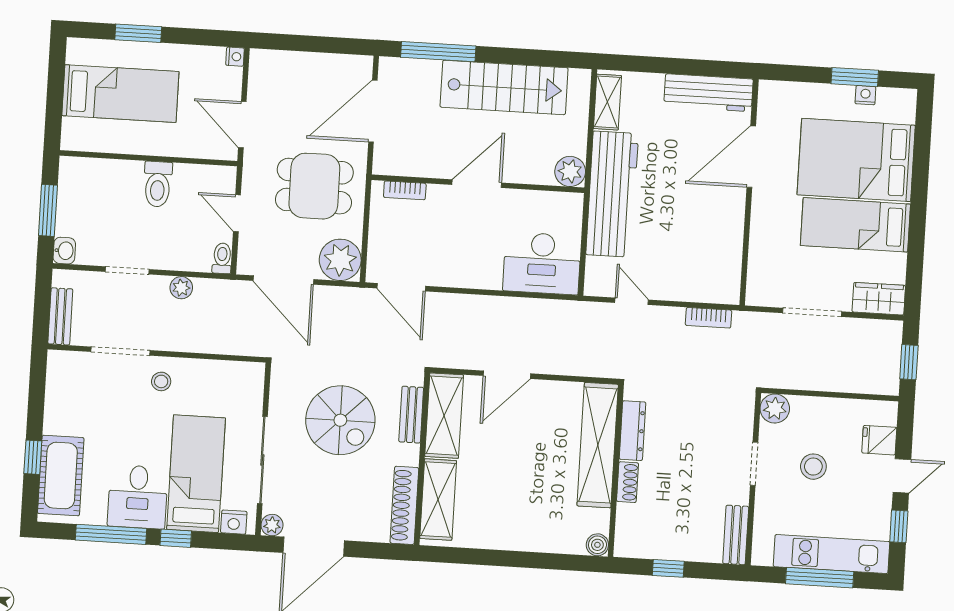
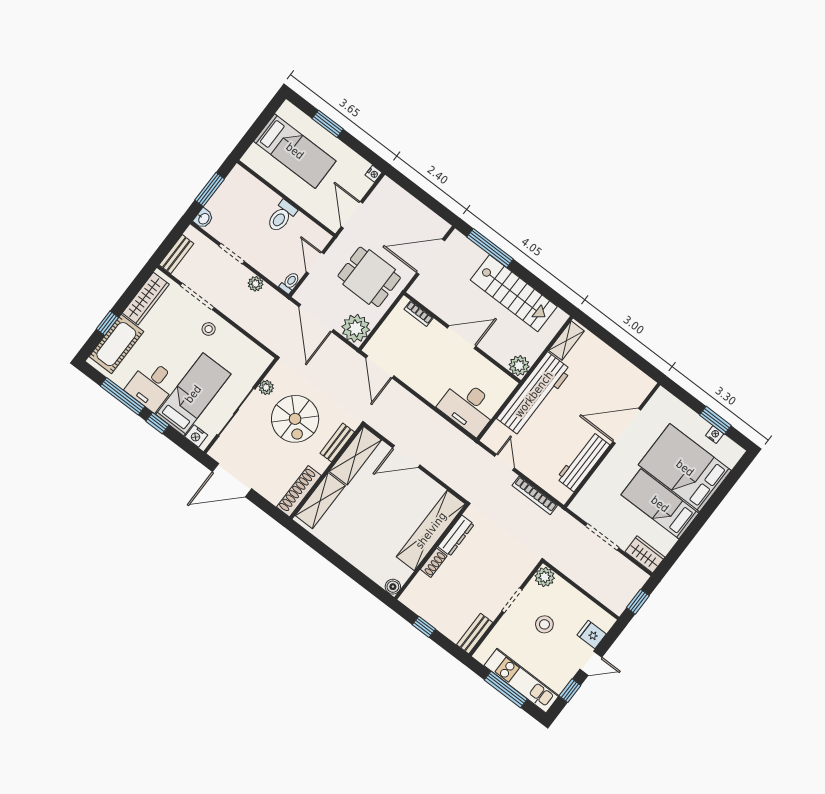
workbench: (708, 93) -> (583, 462), moved, turned 90
bookcase: (709, 318) -> (535, 495), width x1.56
wardrobe: (59, 396) -> (146, 299), added
plant: (272, 525) -> (266, 387), moved

